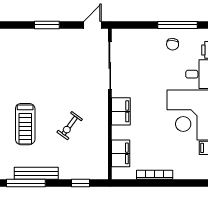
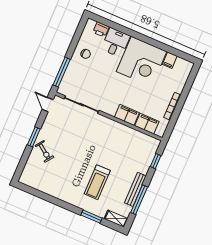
window: (177, 25) -> (62, 72), moved
filing cabinet: (121, 111) -> (127, 115), moved
treadmill: (25, 124) -> (97, 182), turned 90
exercise bike: (70, 126) -> (44, 151), moved

